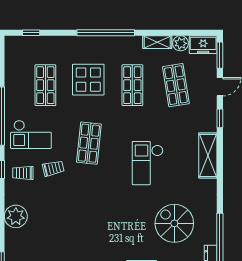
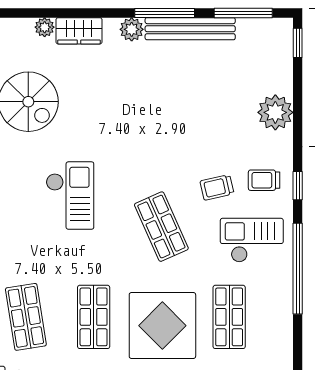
display table: (88, 80) -> (162, 326), width x1.36, depth x1.36
shop shelf: (89, 143) -> (161, 227), turned -30
trolley: (23, 173) -> (264, 180), turned 180

